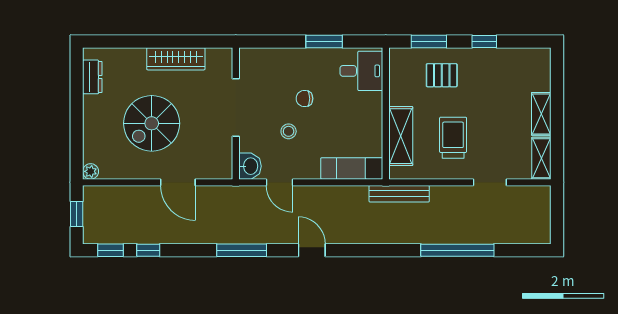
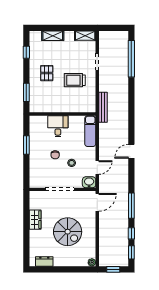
window: (484, 41) -> (26, 52), moved
wardrobe: (176, 59) -> (35, 220), width x0.67
desk: (361, 71) -> (58, 126), moved
pallet: (442, 75) -> (47, 73), moved
shelving: (541, 114) -> (53, 36), moved
shelving: (401, 136) -> (74, 107), removed
door: (178, 182) -> (97, 202), moved
window: (242, 250) -> (131, 206), moved
window: (457, 250) -> (131, 59), moved

